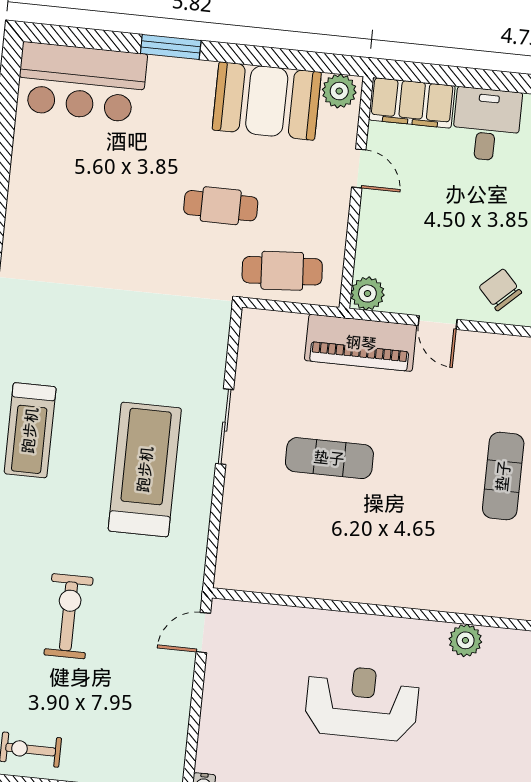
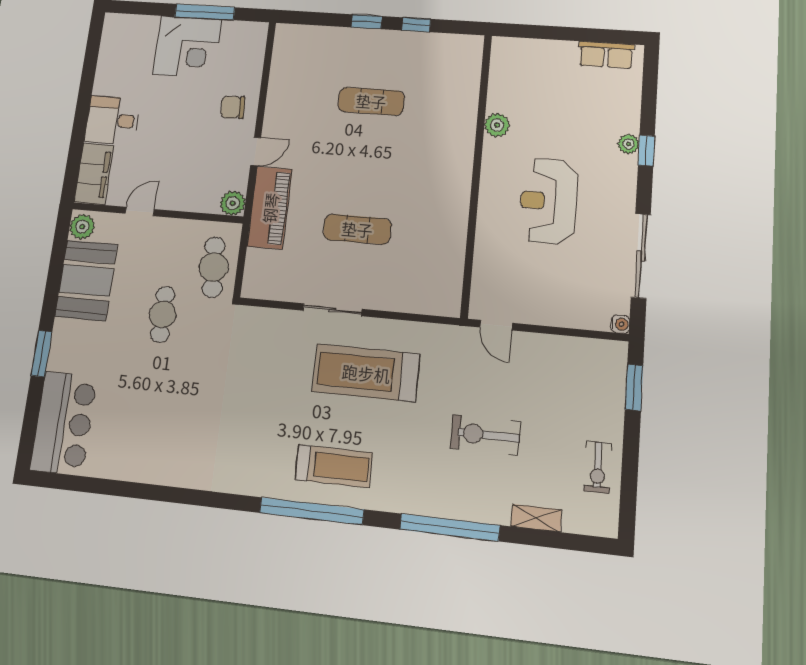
chair: (500, 290) -> (233, 107), turned 41
exercise mat: (329, 458) -> (357, 229), turned 90

